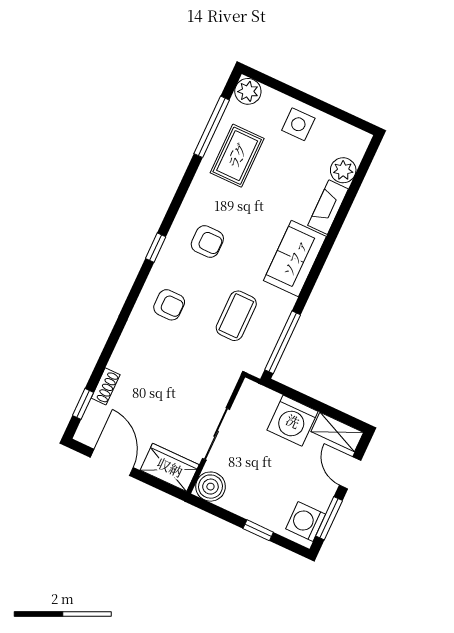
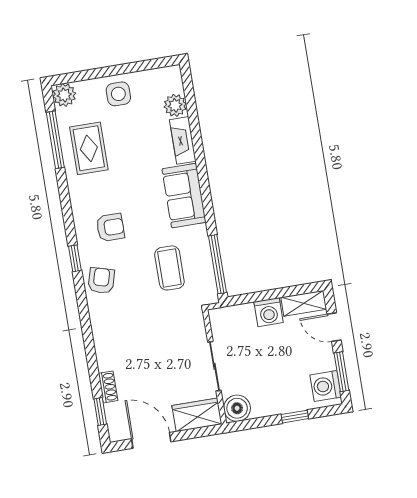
armchair: (169, 305) -> (101, 281), moved, turned -74
washing machine: (293, 421) -> (269, 312), width x0.73, depth x0.73

